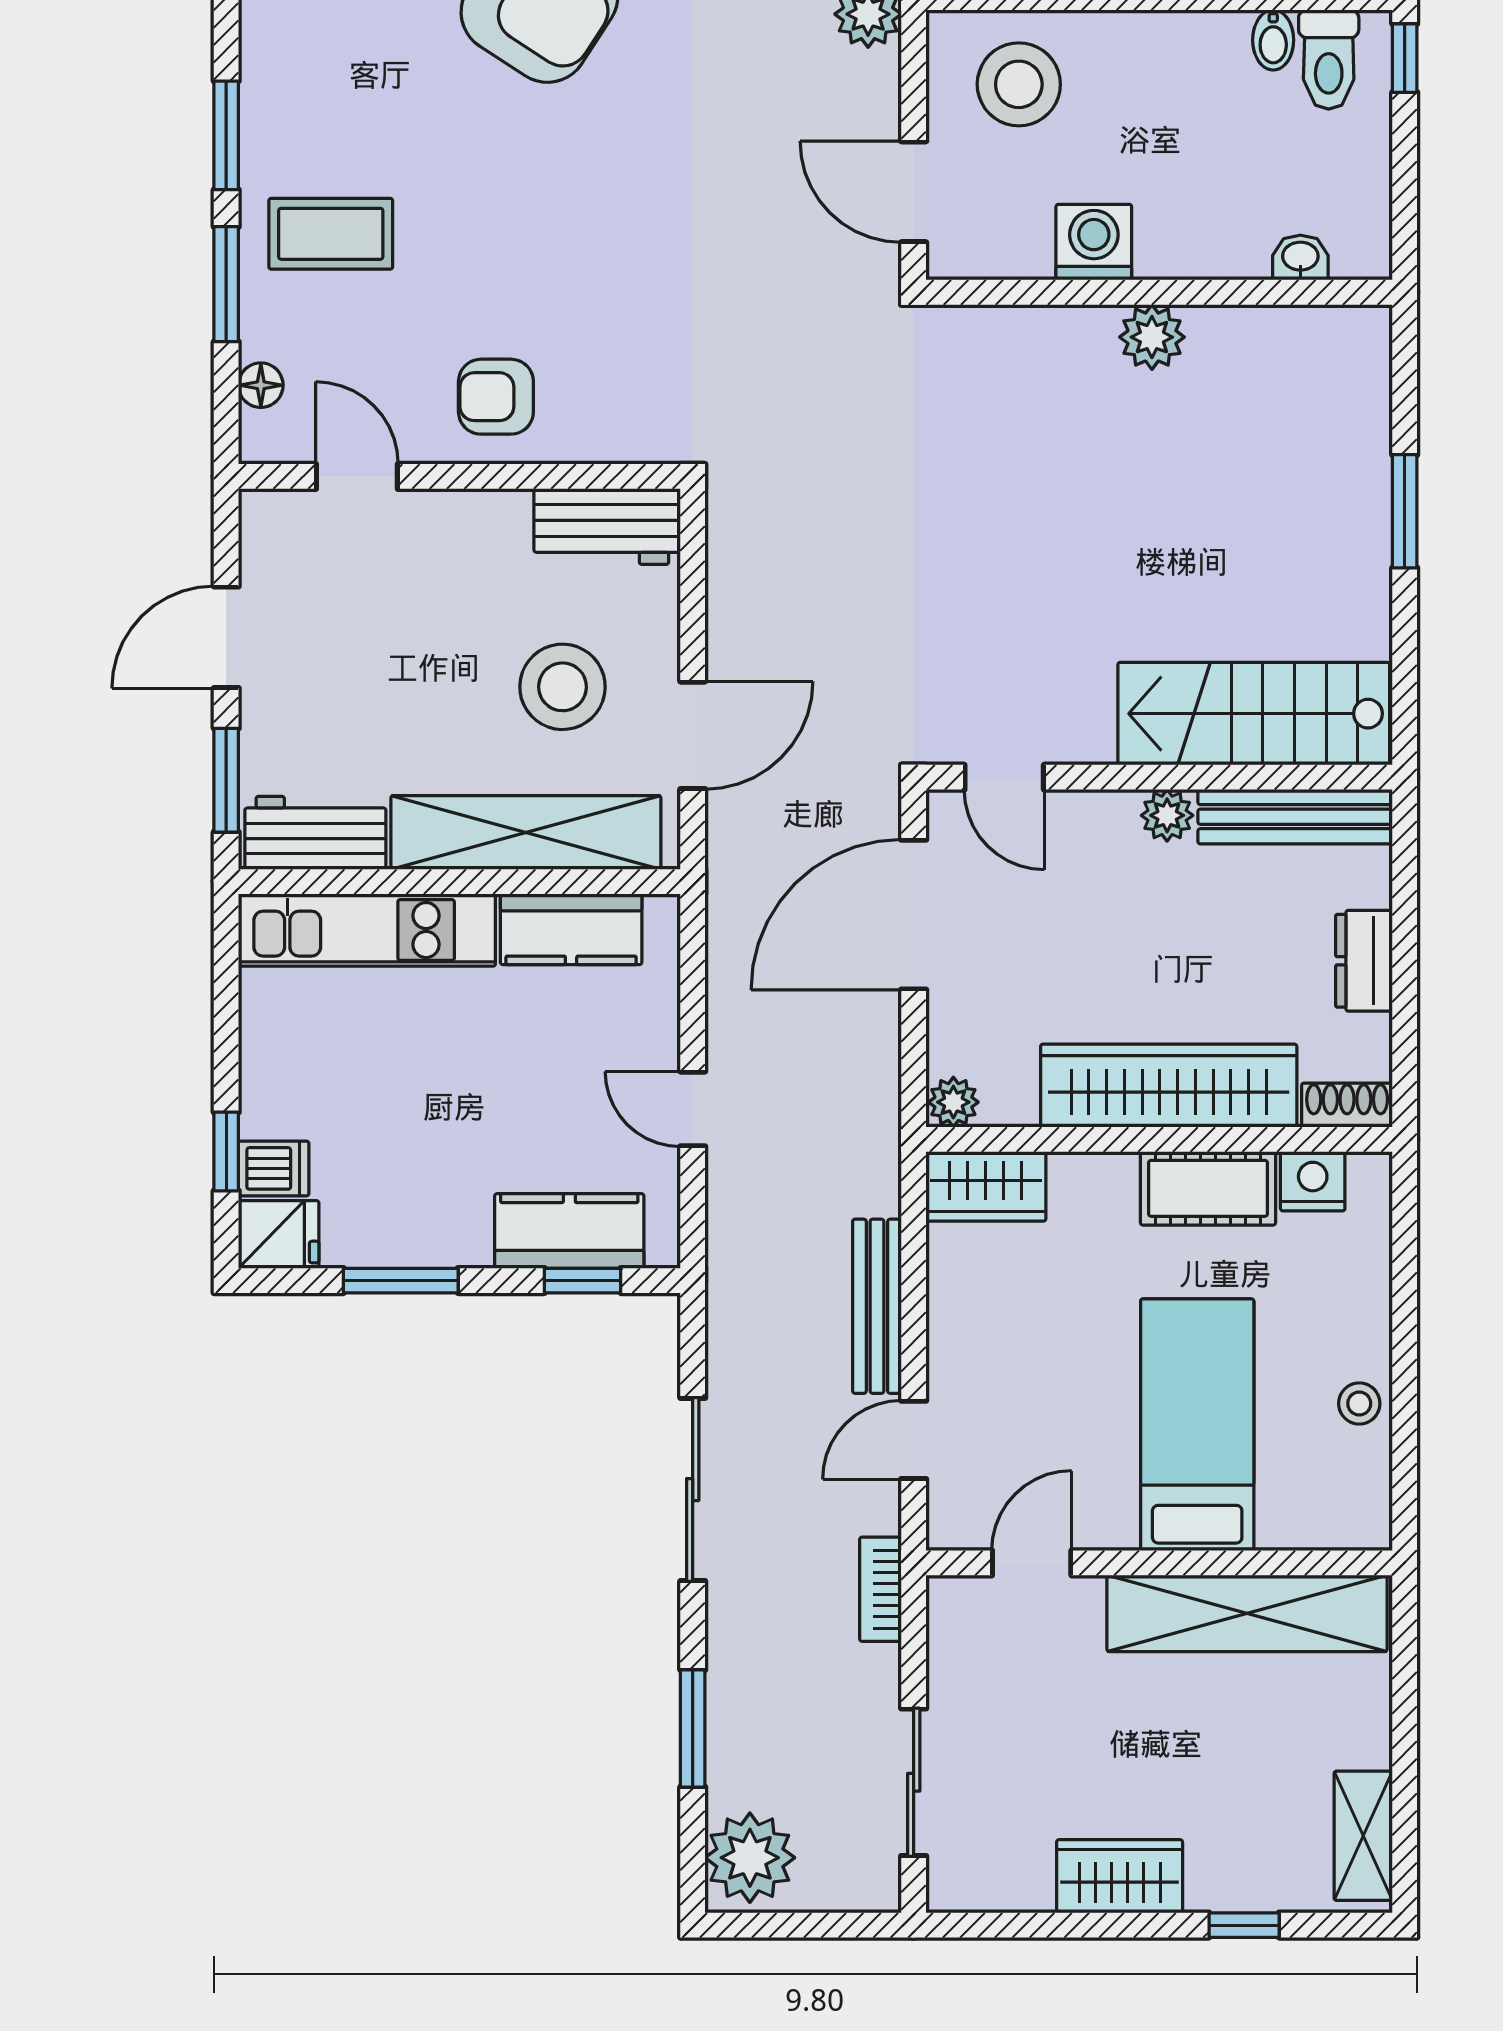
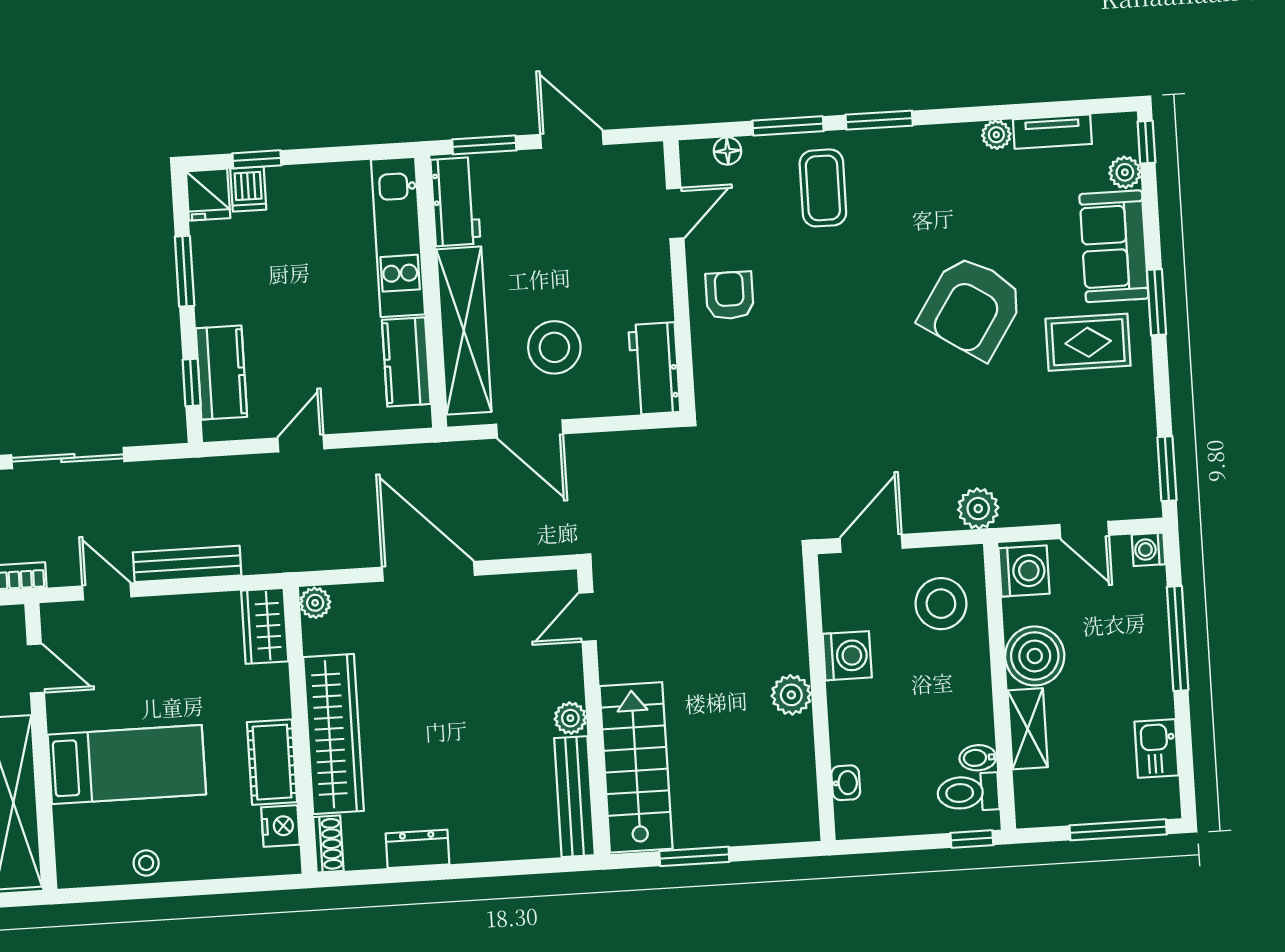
stairs: (1254, 714) -> (636, 767), moved
door: (1004, 777) -> (587, 617), moved
wall: (1159, 777) -> (593, 712), moved
plant: (1167, 815) -> (570, 718), moved
bench: (1295, 817) -> (574, 797), moved

